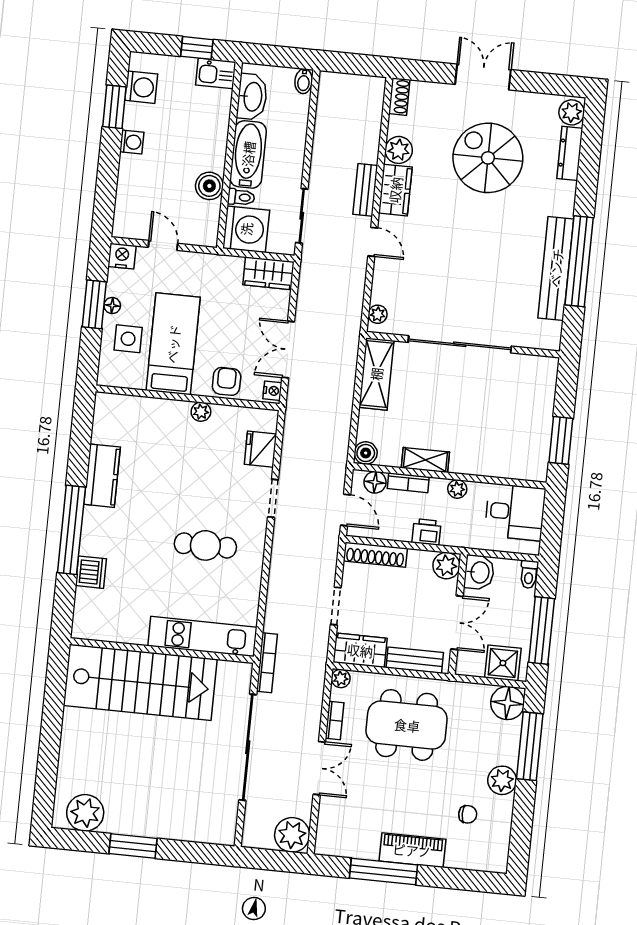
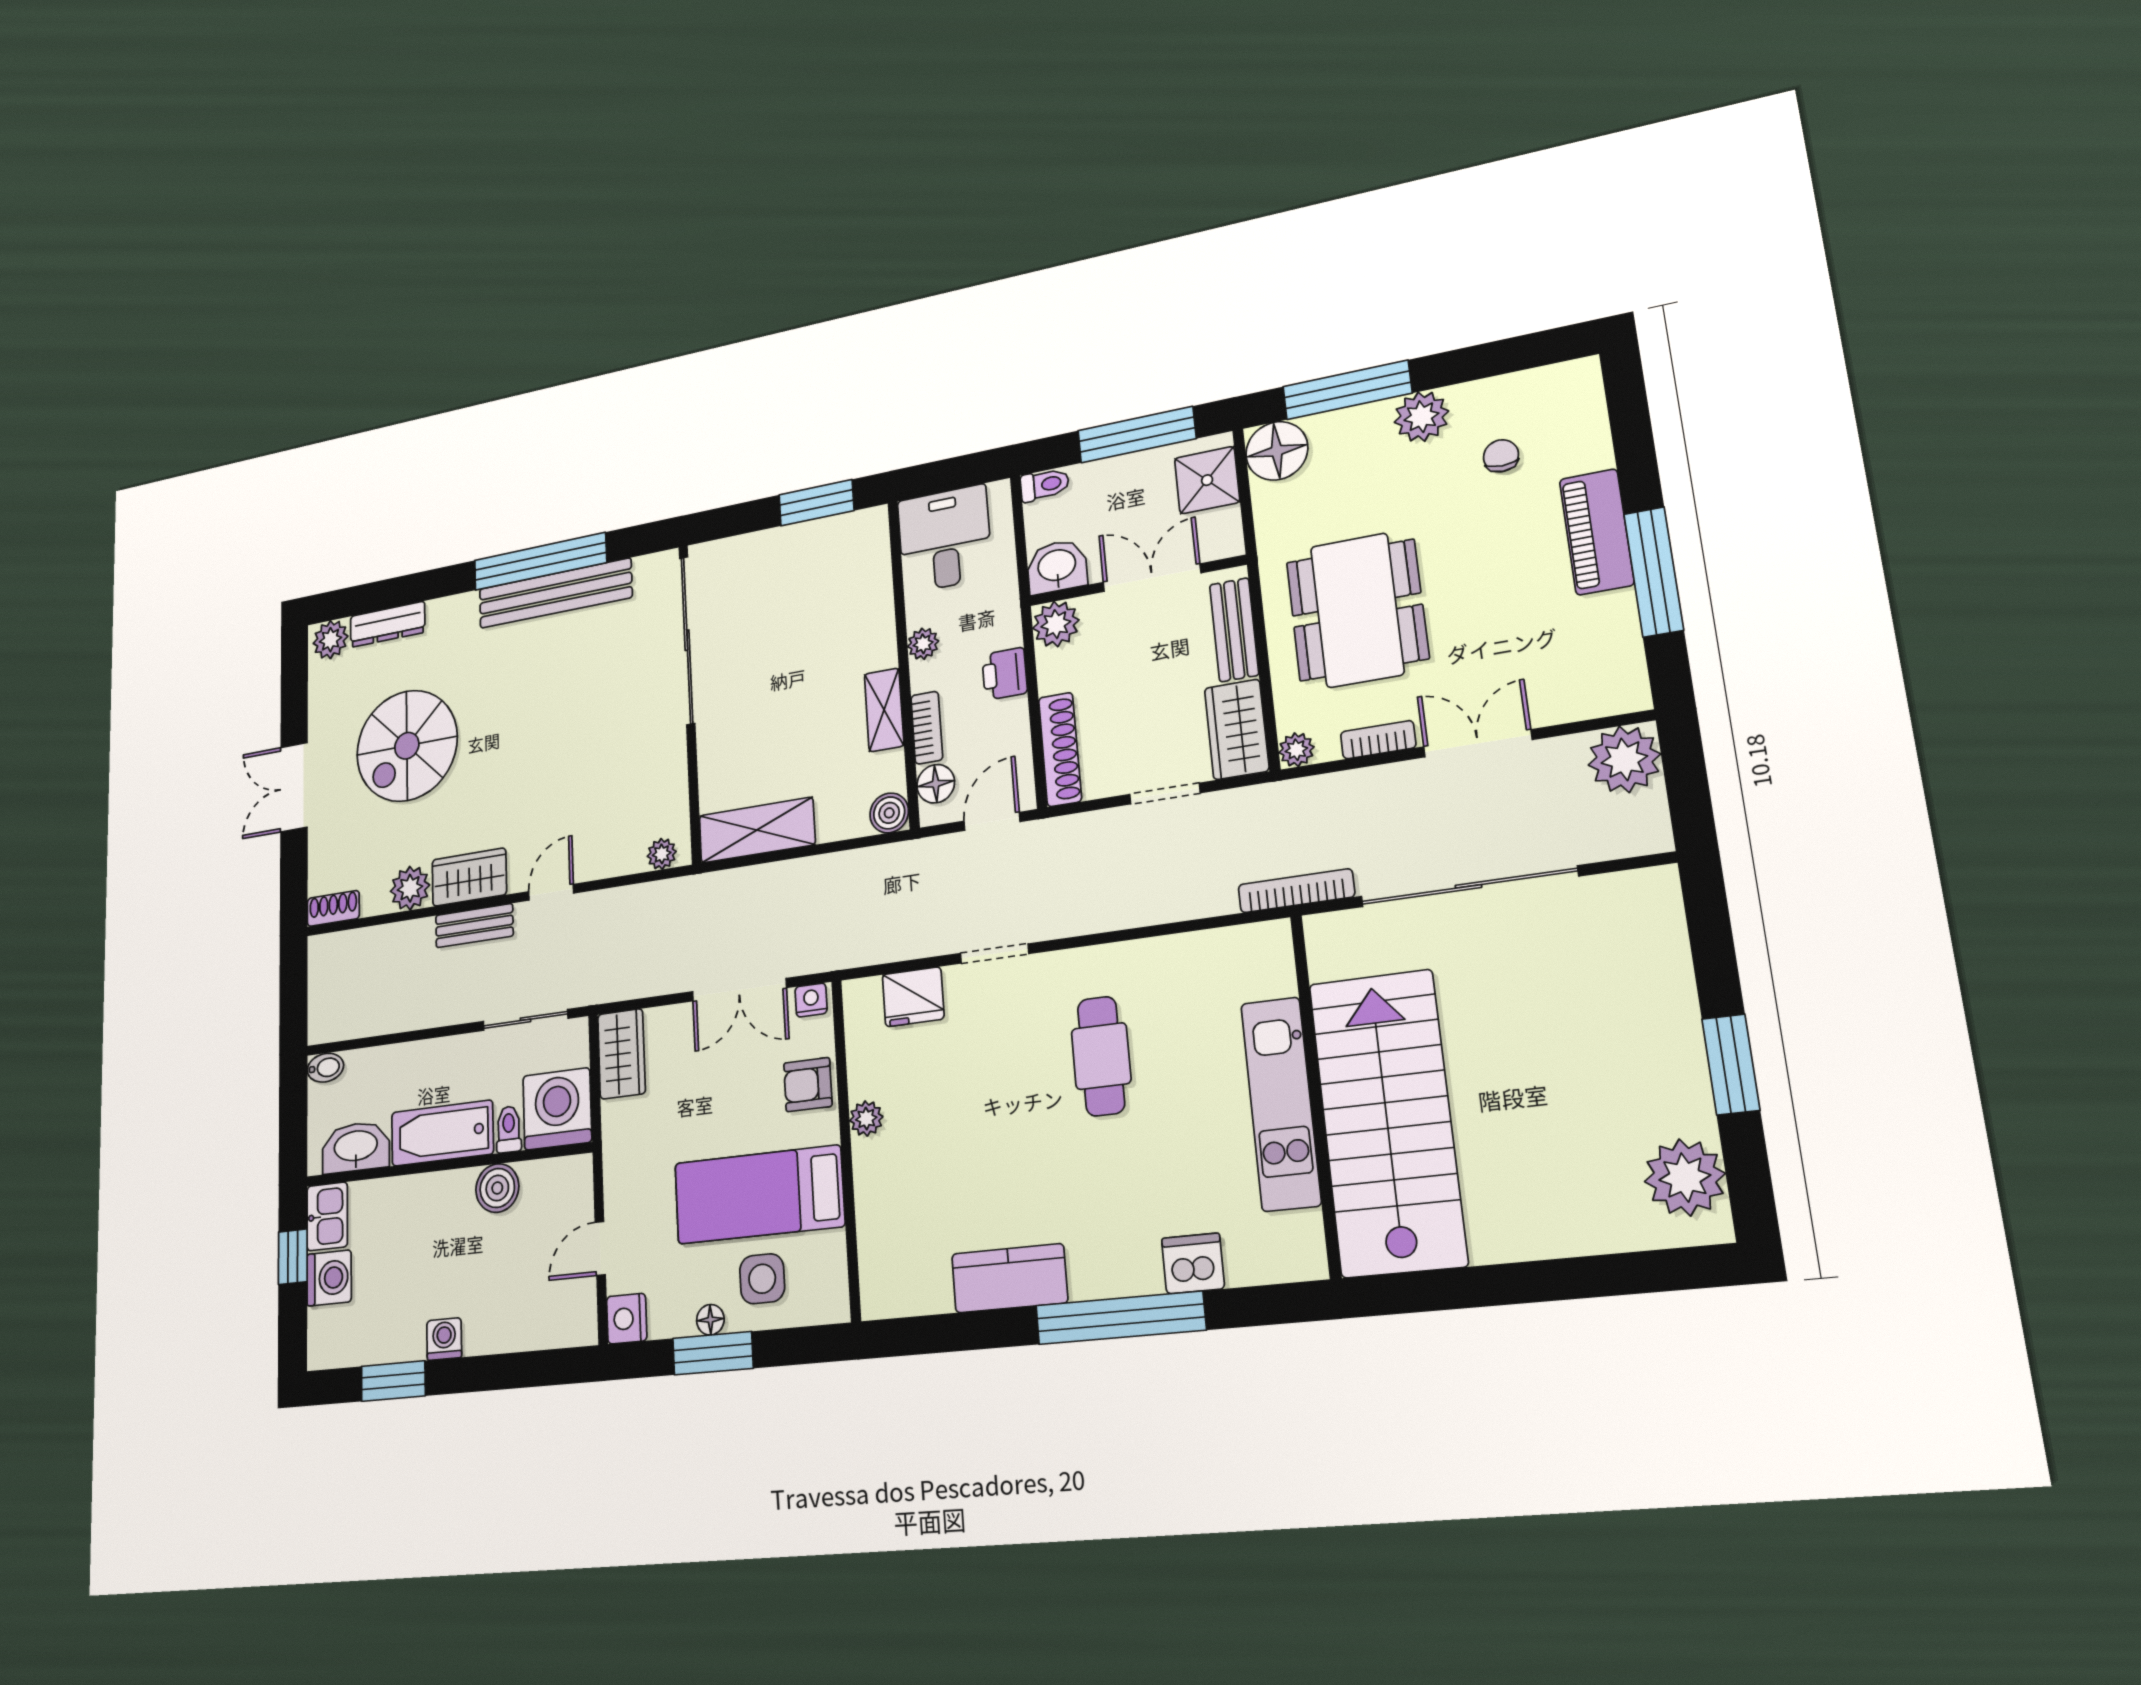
washing machine: (141, 87) -> (329, 1278), moved, turned 90
sliding door: (460, 344) -> (687, 640), moved
kitchen unit: (202, 637) -> (1281, 1104), moved

